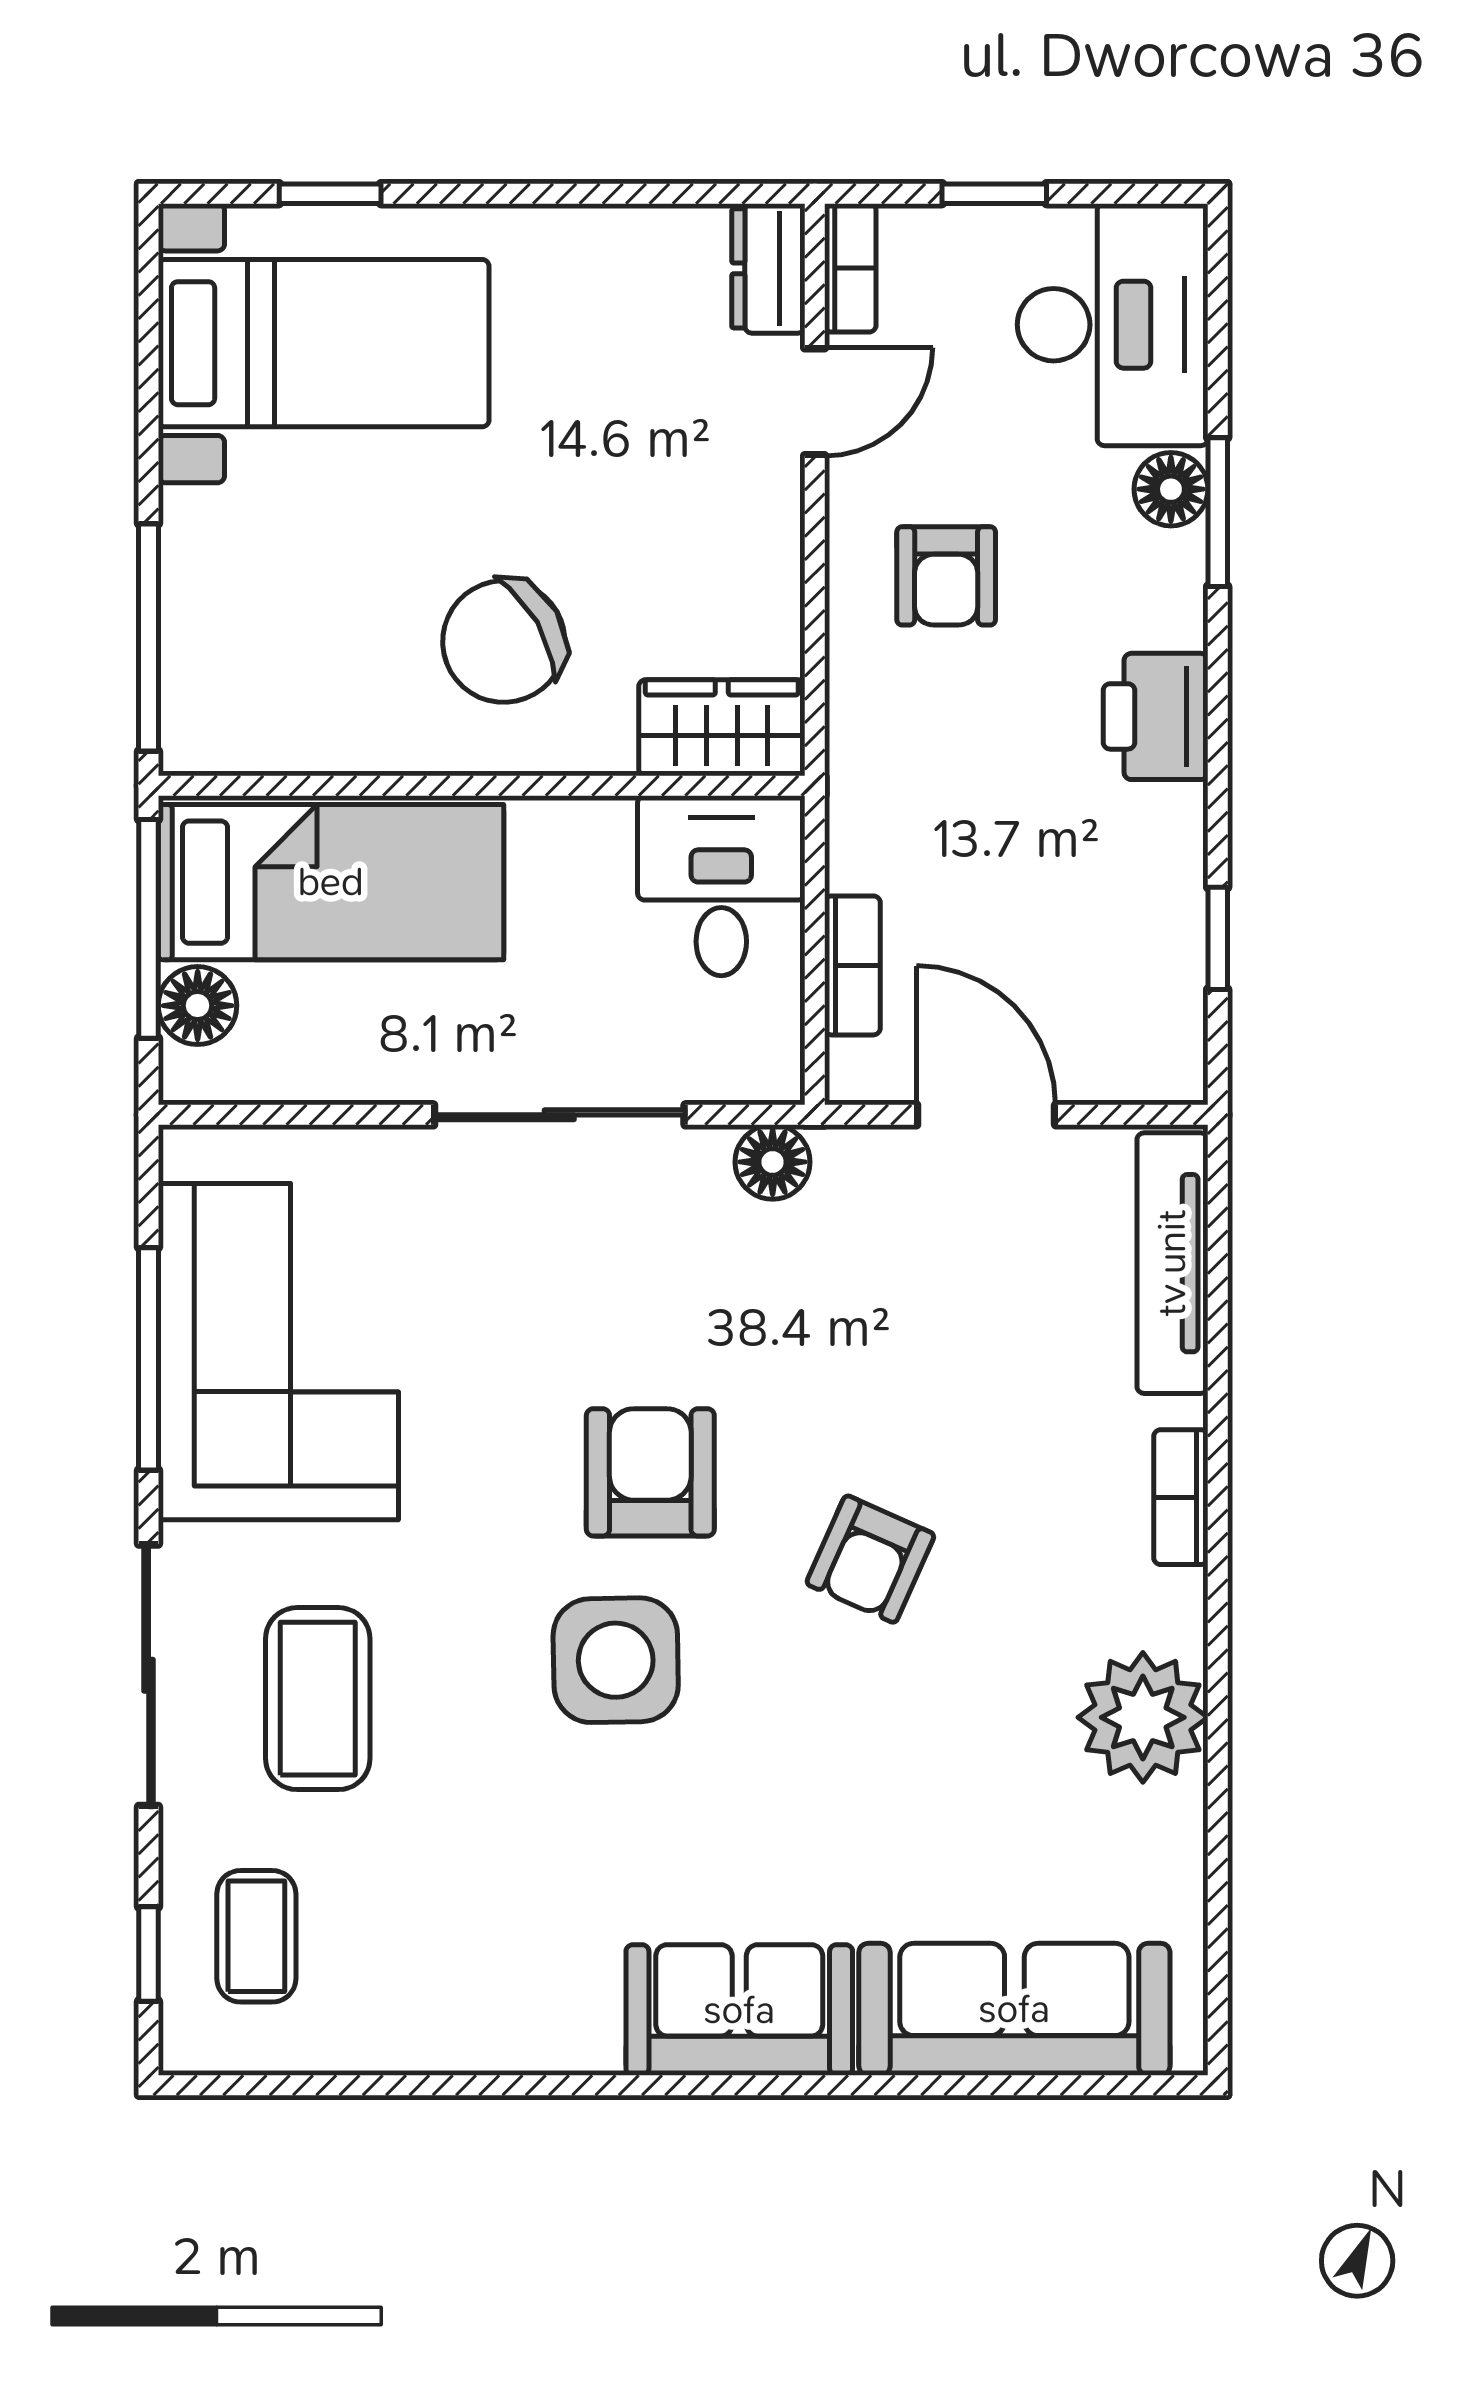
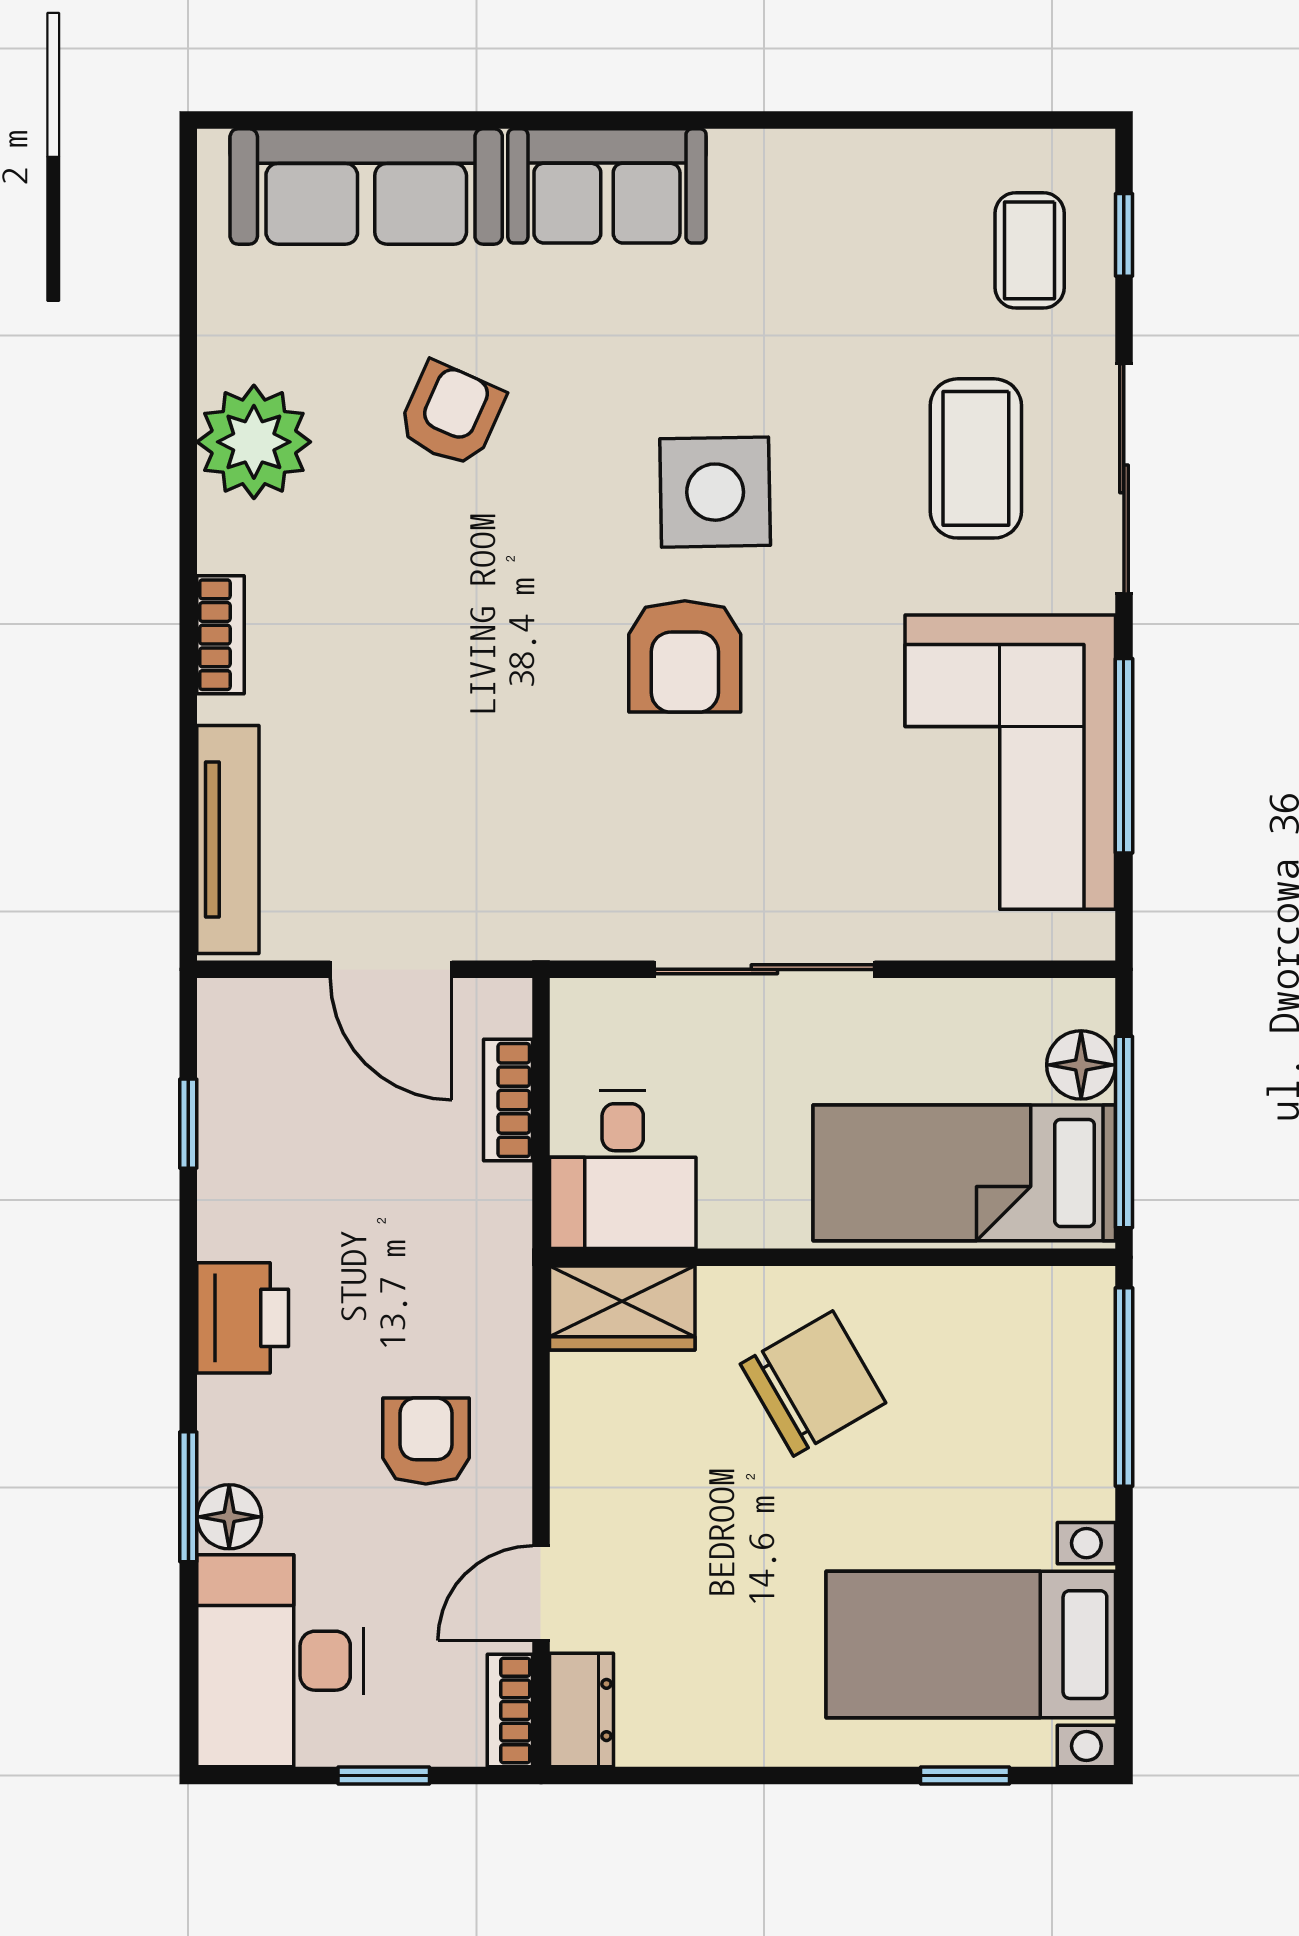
floor lamp: (773, 1162) -> (578, 928), removed
armchair: (870, 1559) -> (451, 414), moved

